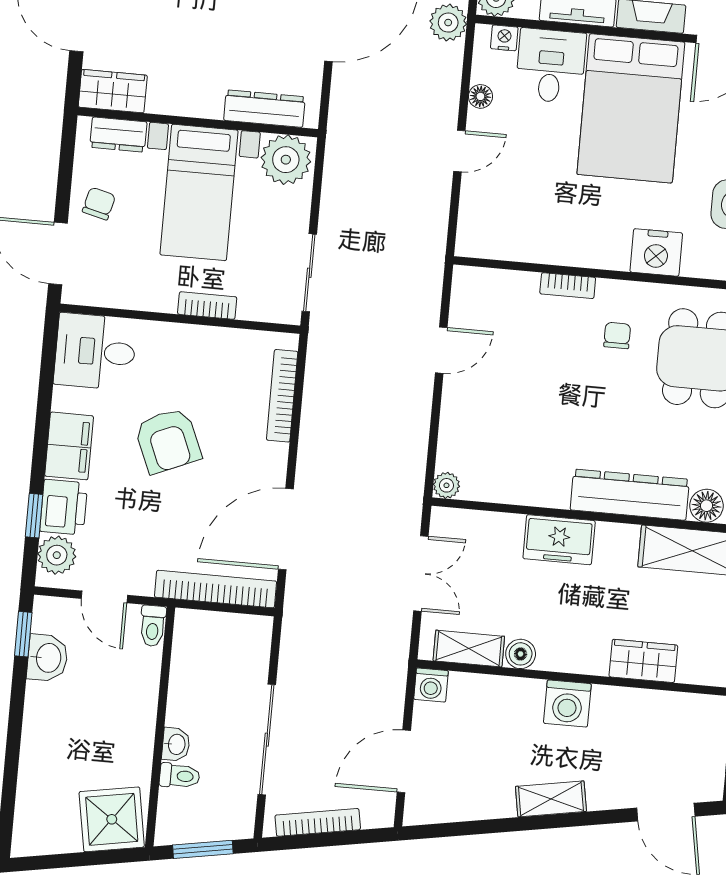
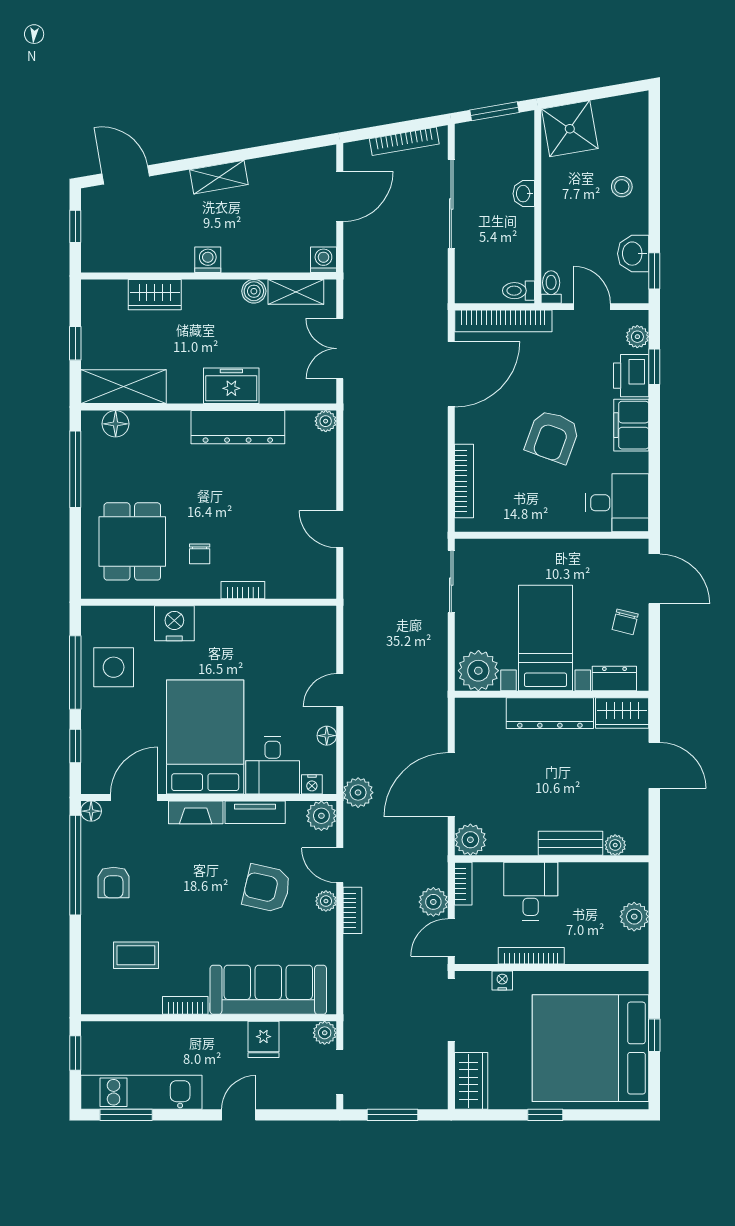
dresser: (264, 109) -> (550, 713), moved, width x1.37, depth x1.24
bookcase: (207, 306) -> (531, 548), removed
door: (441, 350) -> (340, 529), hinge flipped
armchair: (168, 441) -> (552, 437), turned -137
dresser: (630, 495) -> (238, 427), moved
plant: (57, 555) -> (637, 337), width x0.73, depth x0.73
washing machine: (567, 703) -> (208, 260), width x0.73, depth x0.73
stool: (54, 742) -> (622, 187), added
toilet: (180, 776) -> (519, 291), moved

